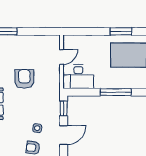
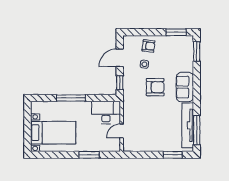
window: (121, 31) -> (89, 155), moved
armchair: (24, 79) -> (155, 87), moved, turned -90

